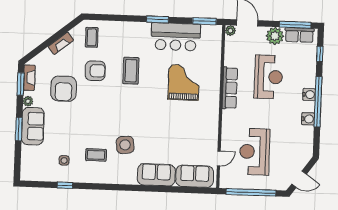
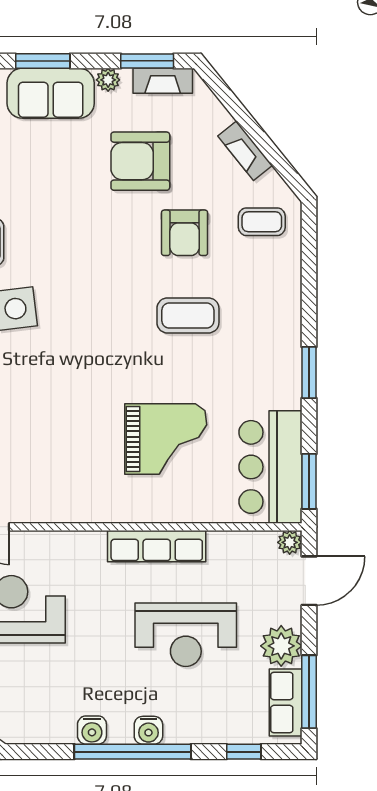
bar counter: (176, 37) -> (270, 467), moved

